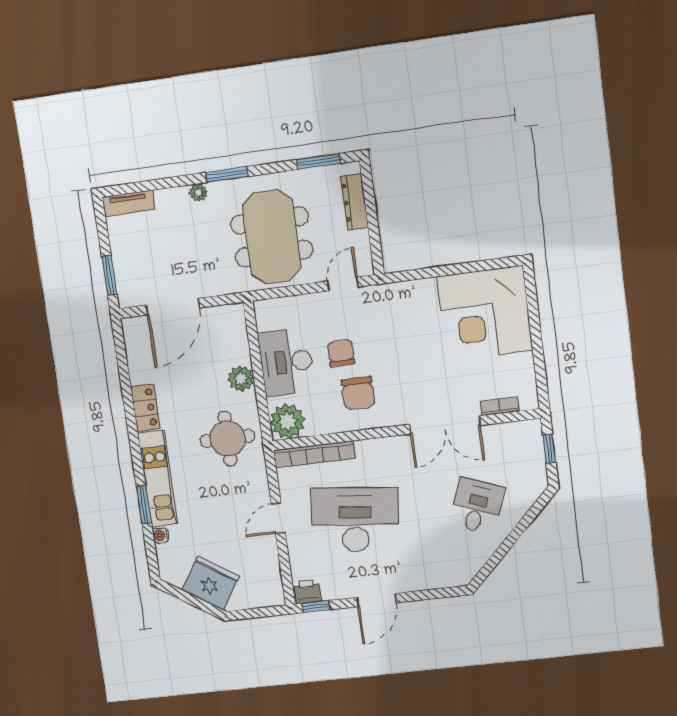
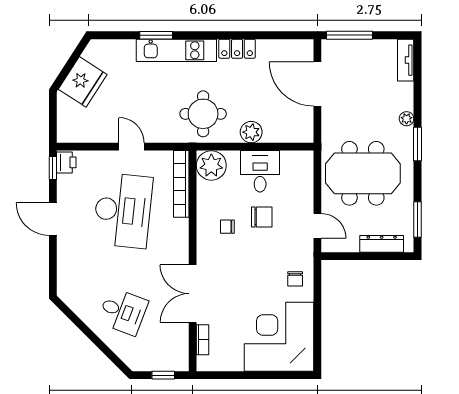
window: (109, 275) -> (350, 35), width x1.44
chair: (411, 303) -> (295, 279), added
desk: (286, 362) -> (260, 171), width x0.73
chair: (358, 393) -> (227, 227), width x0.54, depth x0.54
water cooler: (161, 535) -> (128, 45), removed

